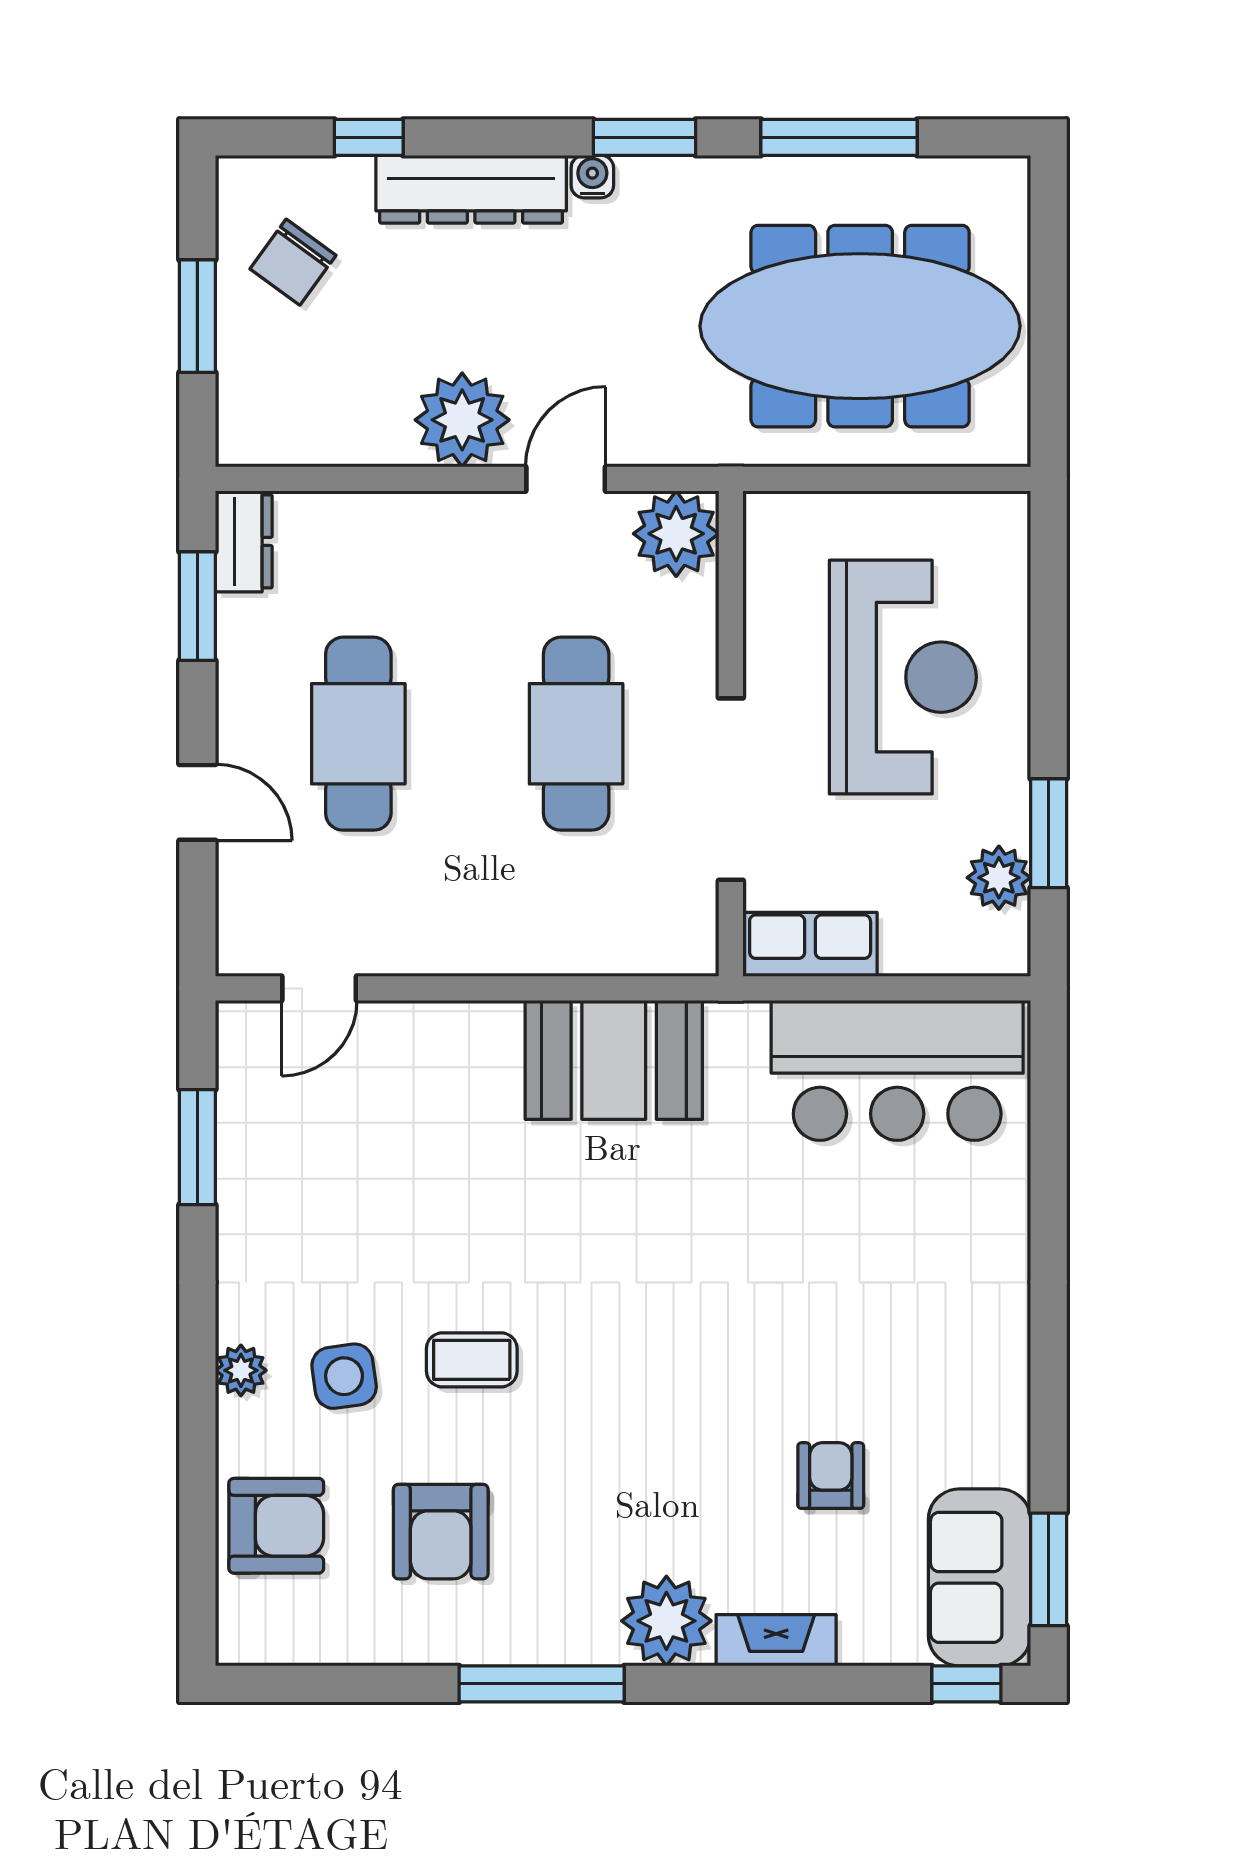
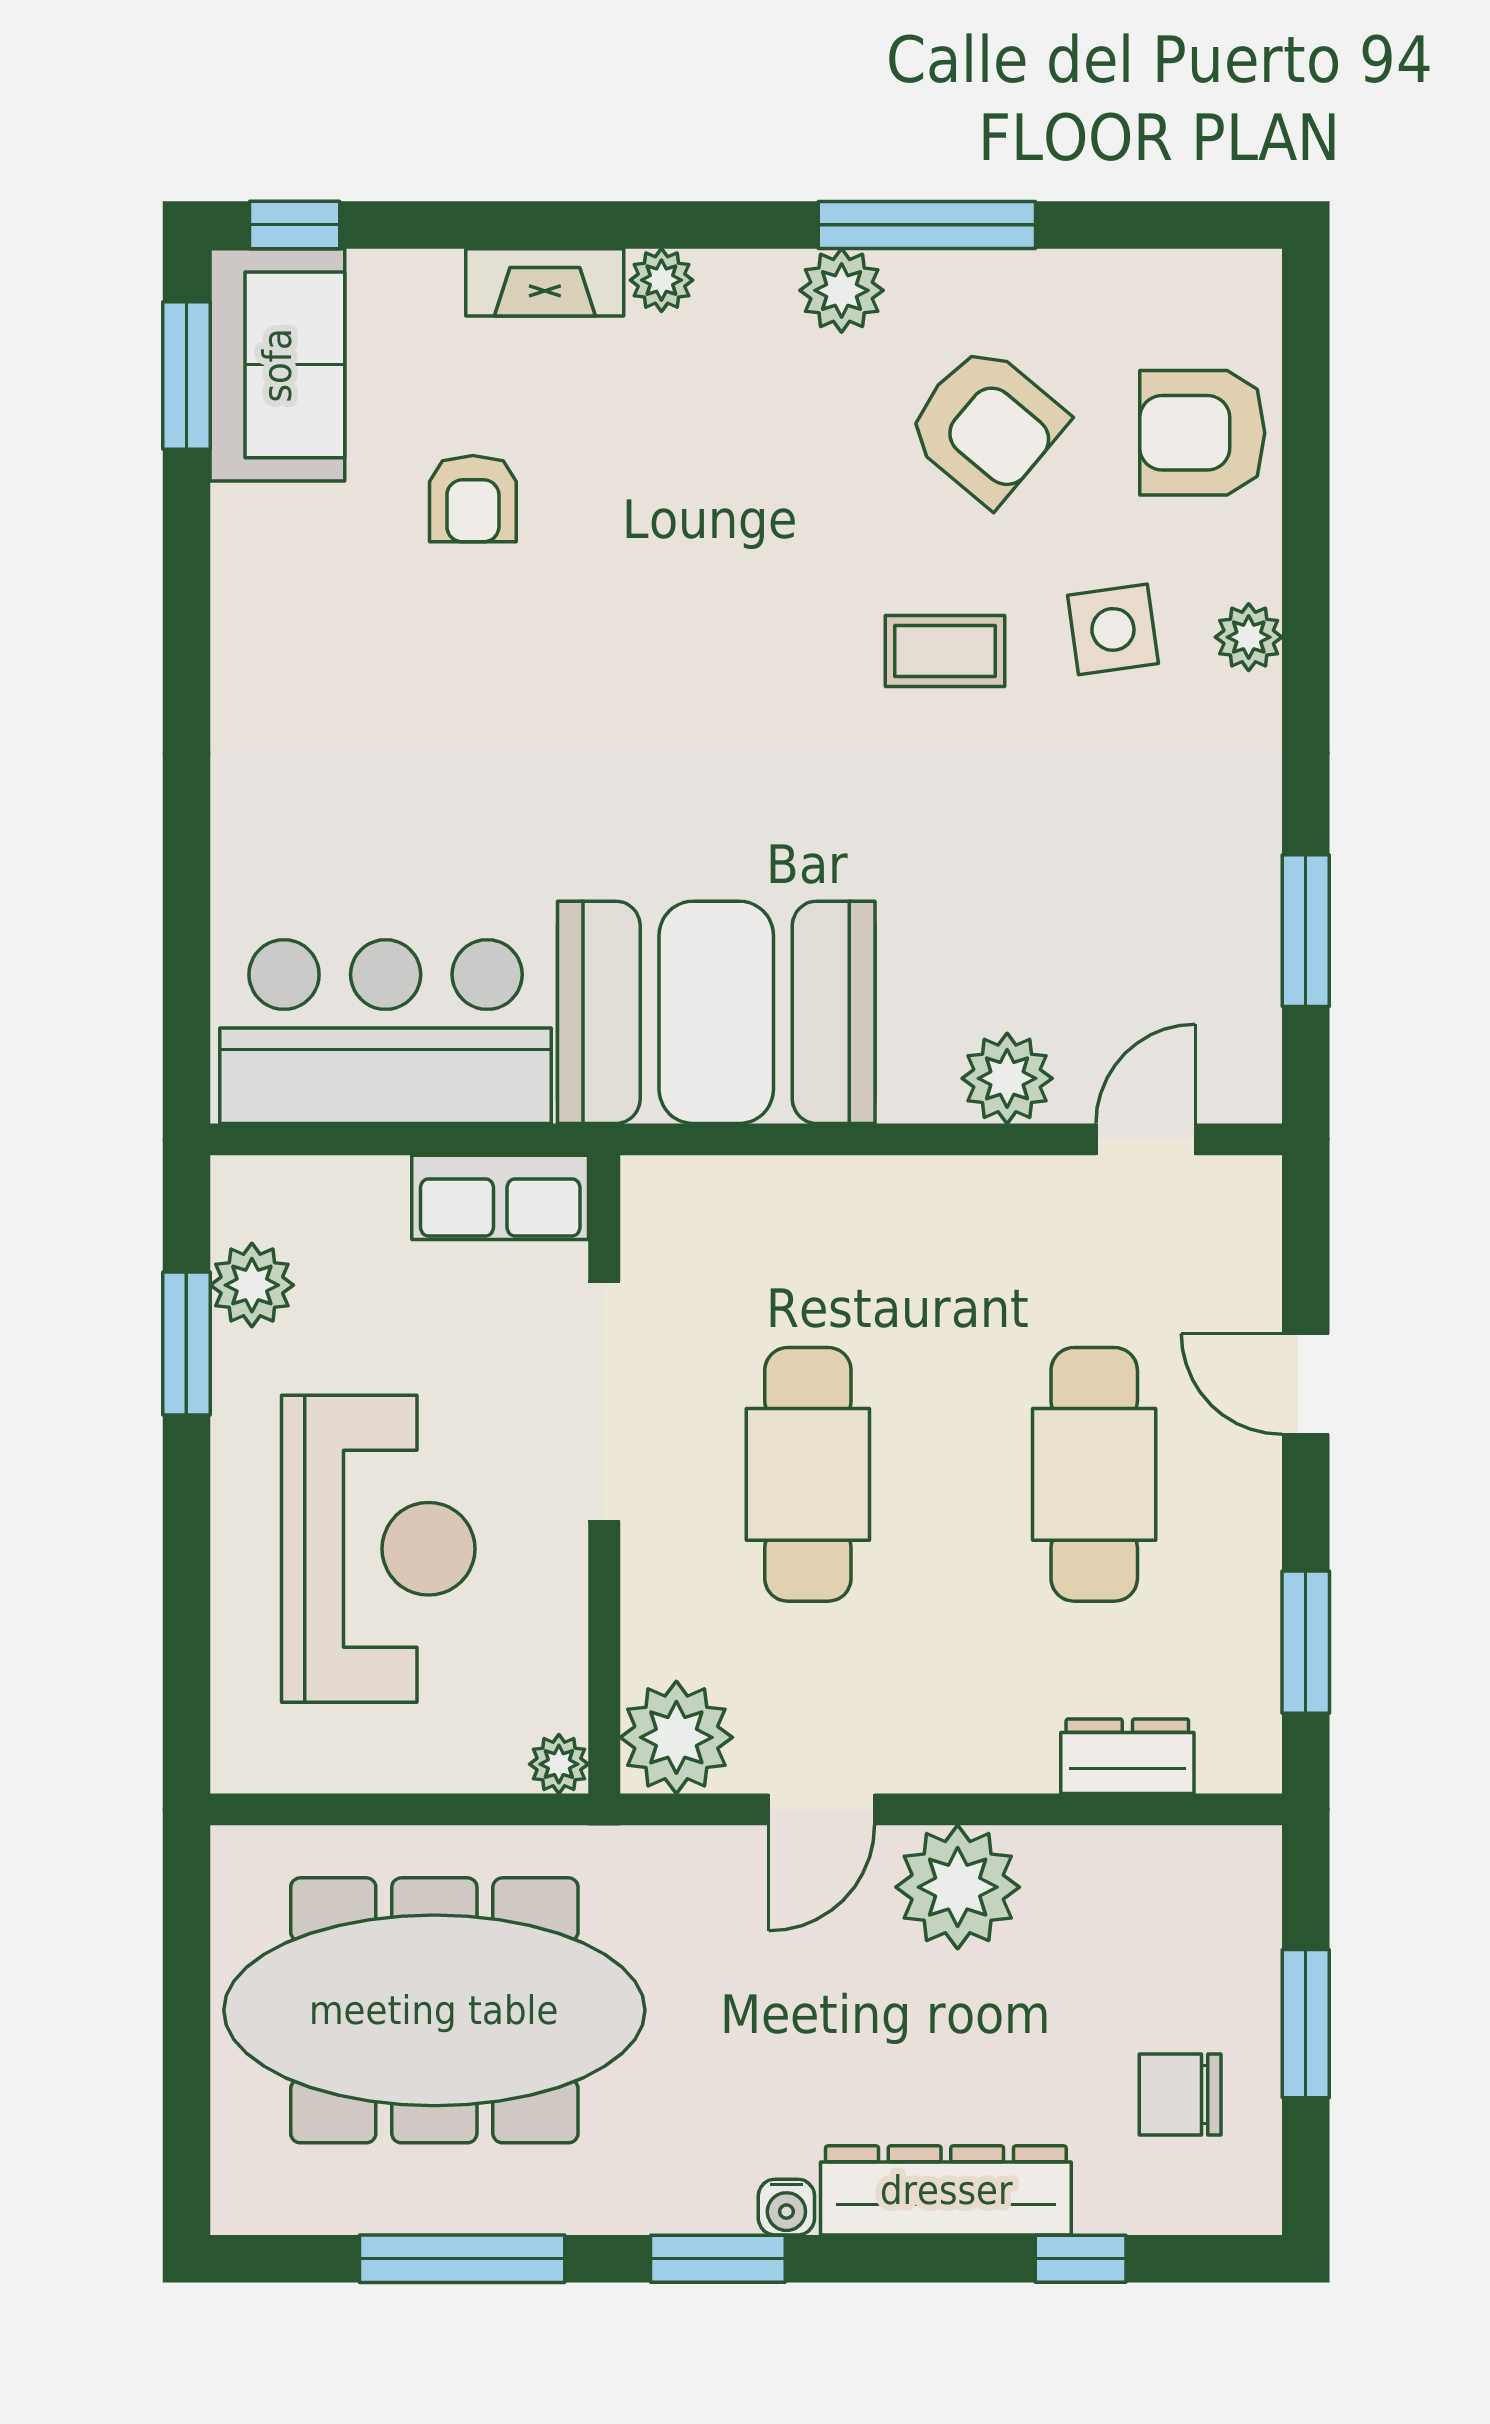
chair: (293, 262) -> (1180, 2094), turned -126
plant: (765, 513) -> (559, 1764), added
dresser: (244, 541) -> (1127, 1756), moved, turned 90
reception desk: (903, 677) -> (378, 1549), turned 180
plant: (425, 1035) -> (1007, 1078), added
booth: (614, 1060) -> (716, 1012), width x1.36, depth x1.42
armchair: (441, 1532) -> (986, 425), turned 130
plant: (666, 1621) -> (661, 280), width x0.53, depth x0.53
plant: (550, 1634) -> (842, 290), added
window: (542, 1684) -> (927, 225), moved

